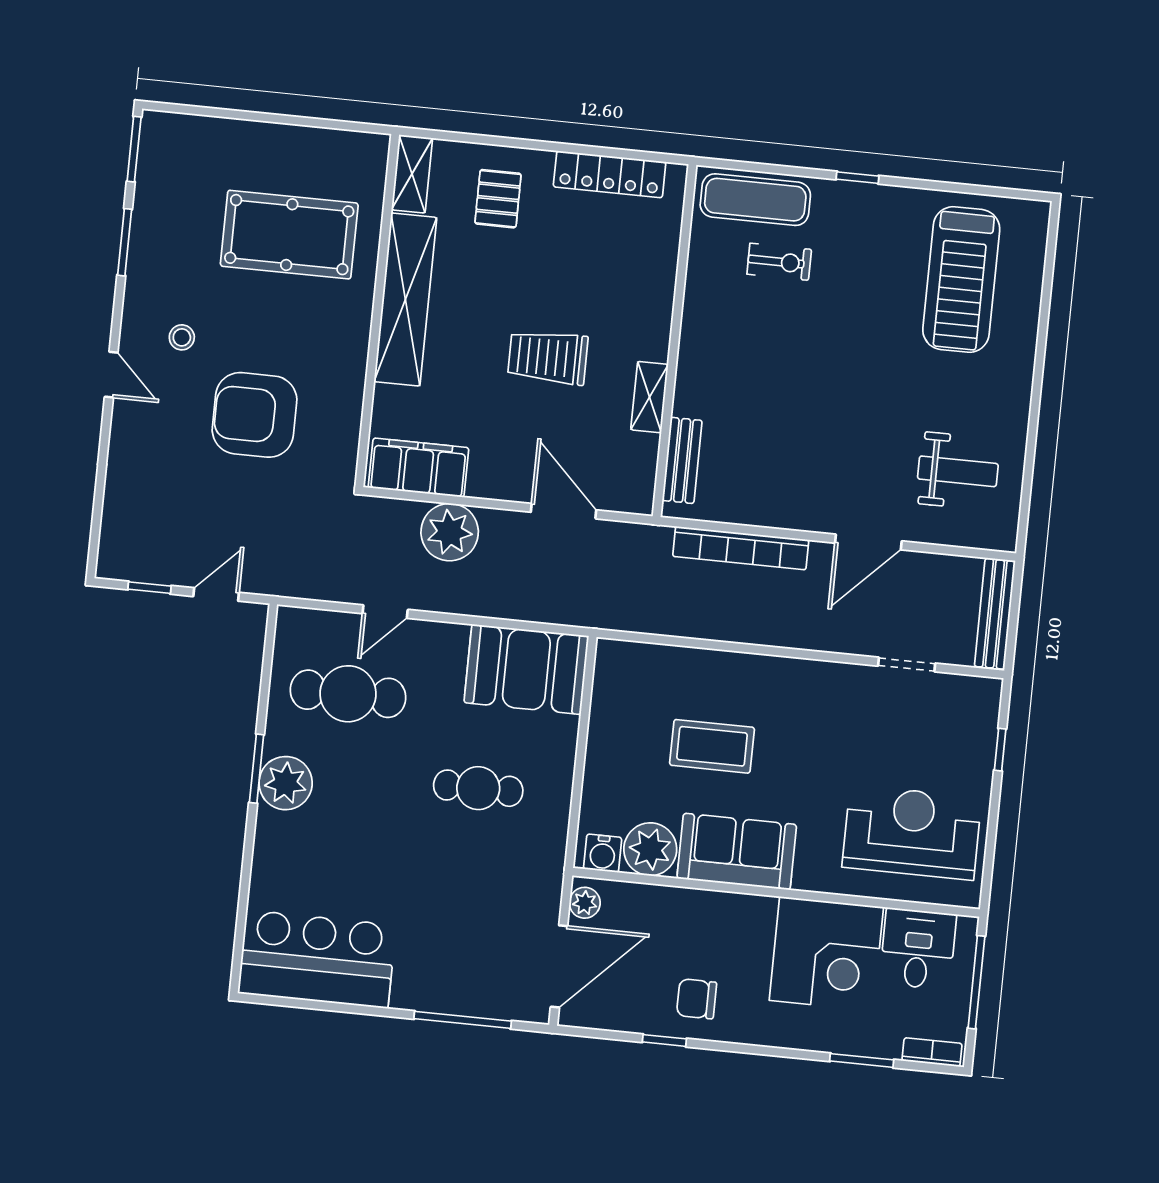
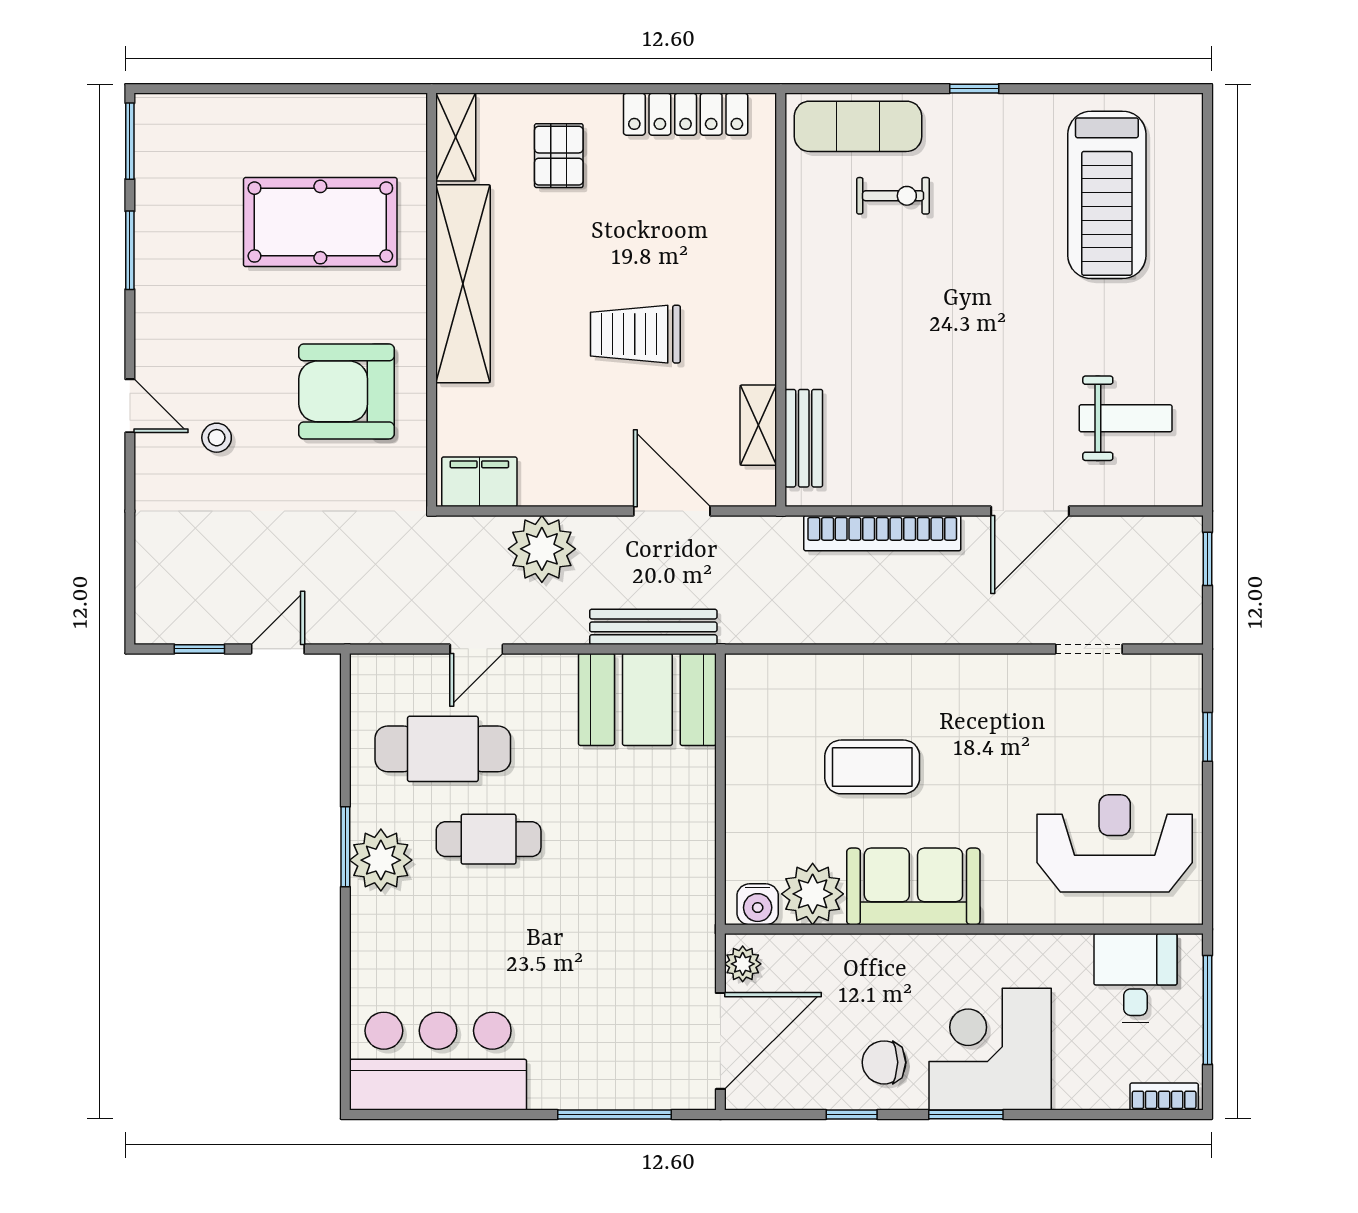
stool: (182, 337) -> (217, 438), moved
shelving: (650, 397) -> (758, 425), moved
armchair: (255, 415) -> (346, 391), moved
filing cabinet: (418, 468) -> (479, 482), width x0.67, depth x0.86
window: (1015, 598) -> (1207, 559), added
bench: (995, 614) -> (653, 627), moved, turned 90
cafe table: (478, 788) -> (489, 839), moved
corner desk: (826, 954) -> (990, 1049), moved, turned 180
window: (862, 1060) -> (966, 1115), moved

